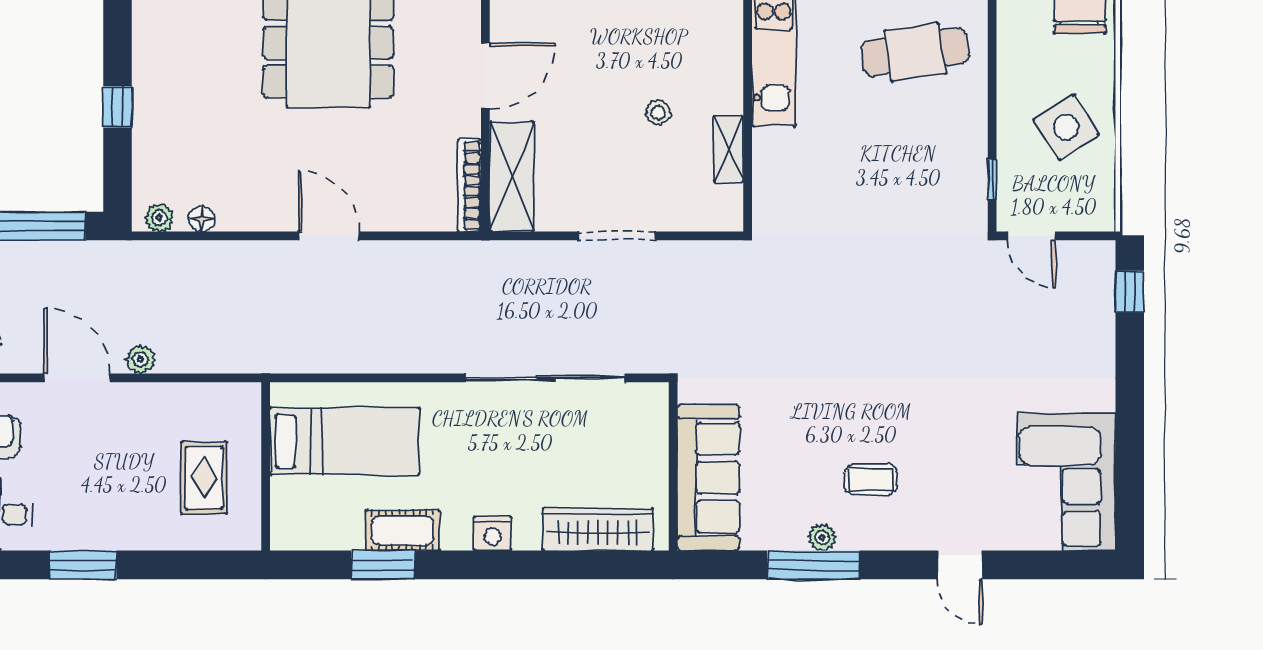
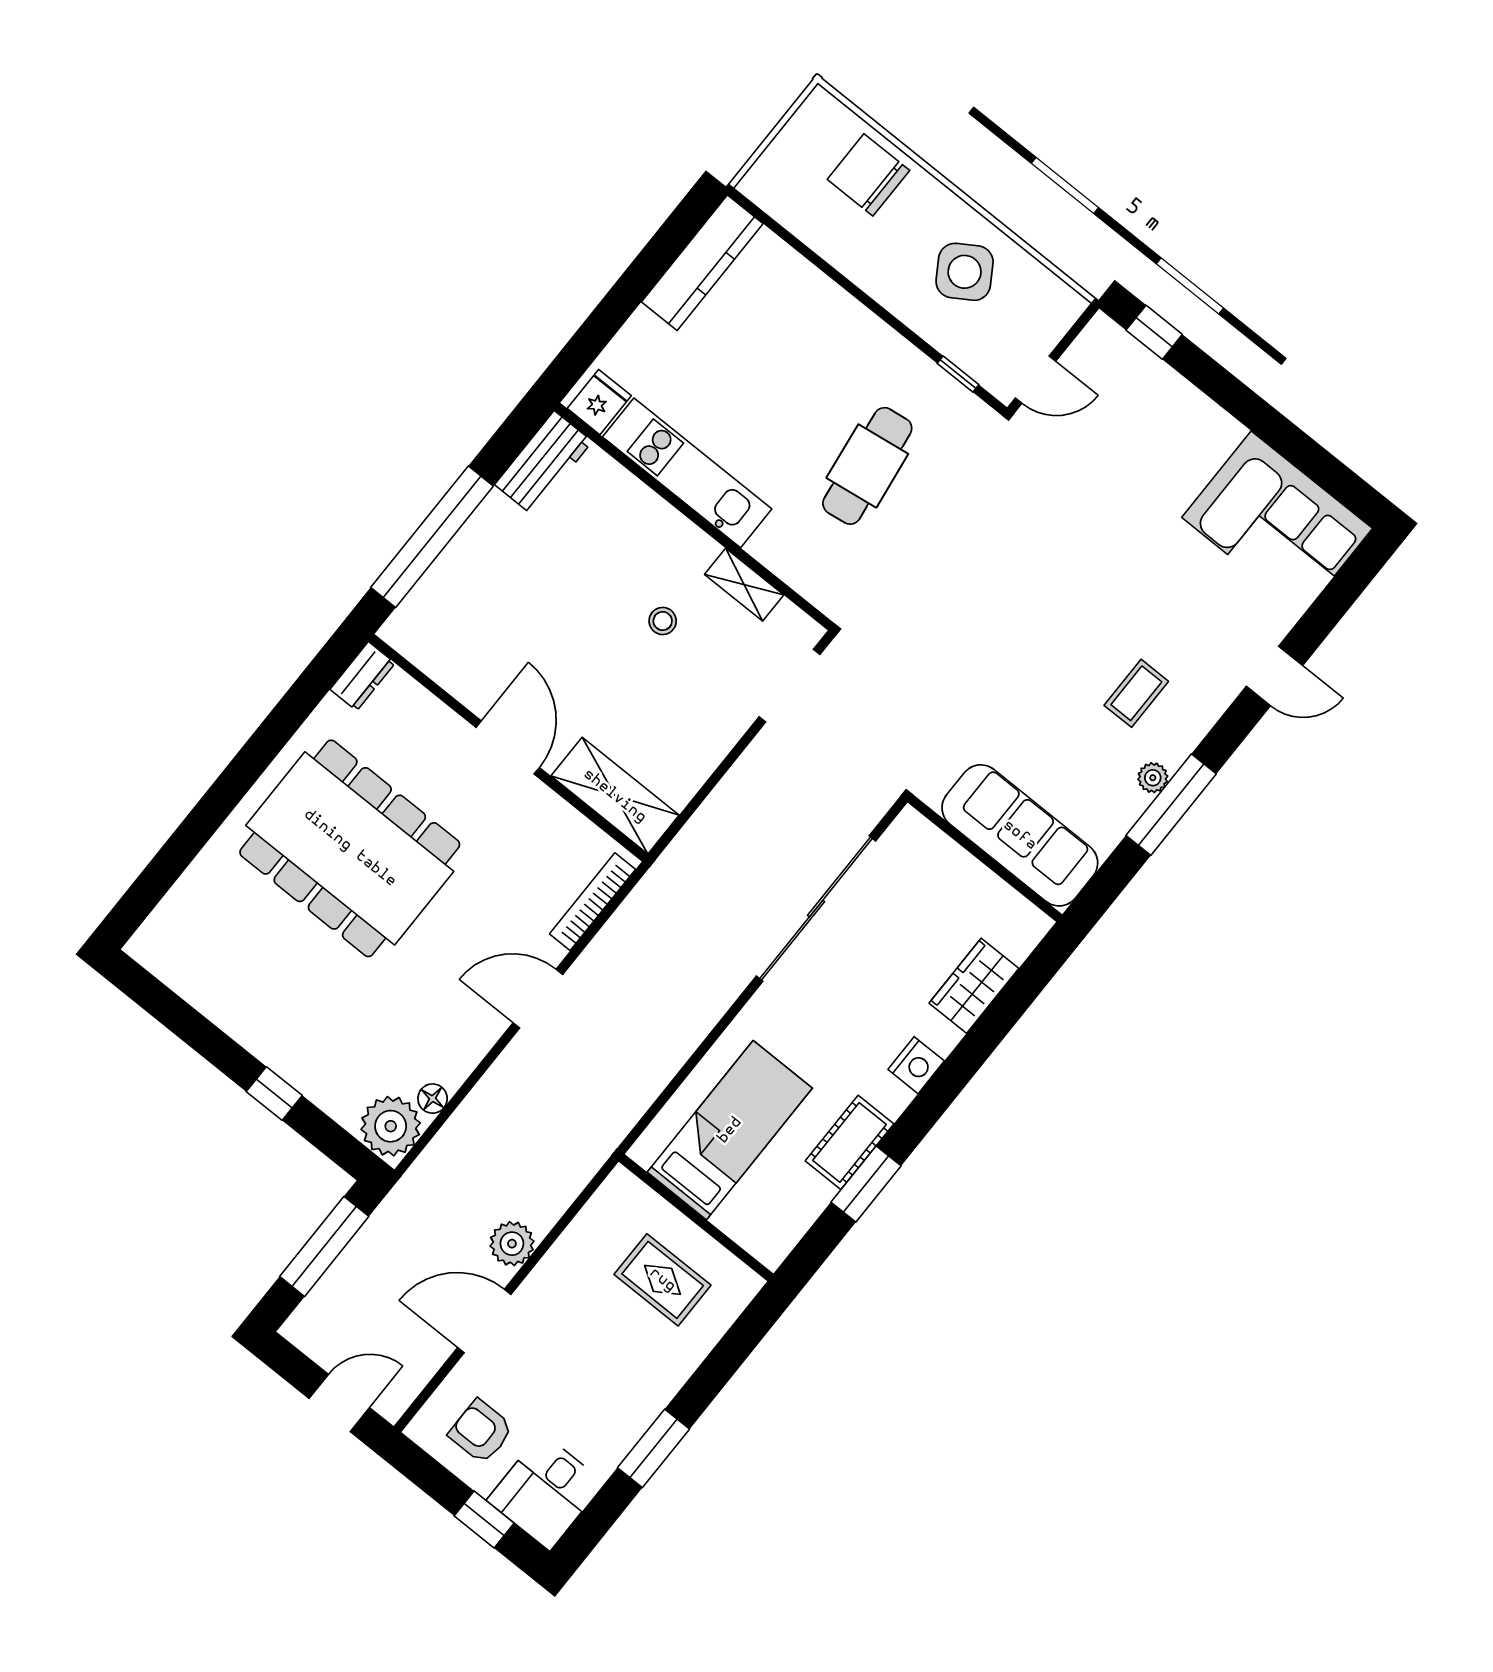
cafe table: (915, 52) -> (867, 466), moved
bookcase: (469, 186) -> (593, 902), moved, turned 90
plant: (159, 218) -> (391, 1126), width x1.88, depth x1.88
doorway: (617, 236) -> (790, 686), moved
plant: (140, 359) -> (512, 1244), width x1.38, depth x1.38
wardrobe: (598, 529) -> (974, 986), width x0.67

